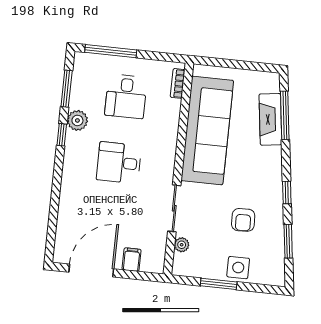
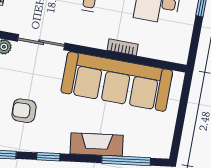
bookcase: (178, 83) -> (123, 47), moved
fireplace: (270, 119) -> (97, 145), moved

